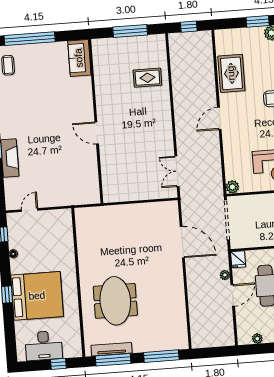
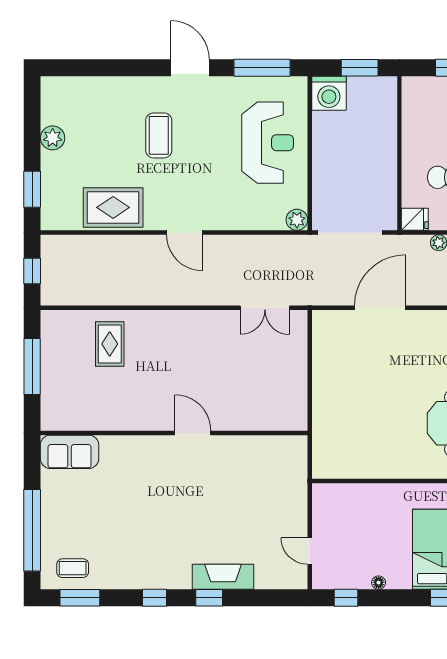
window: (258, 21) -> (32, 189), moved
door: (97, 133) -> (193, 433), swing flipped

